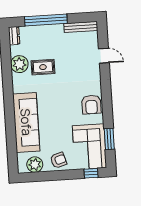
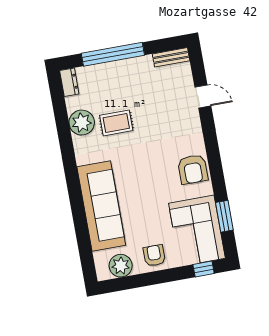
bench: (81, 27) -> (171, 57), width x0.73
armchair: (59, 160) -> (154, 255), turned -73

